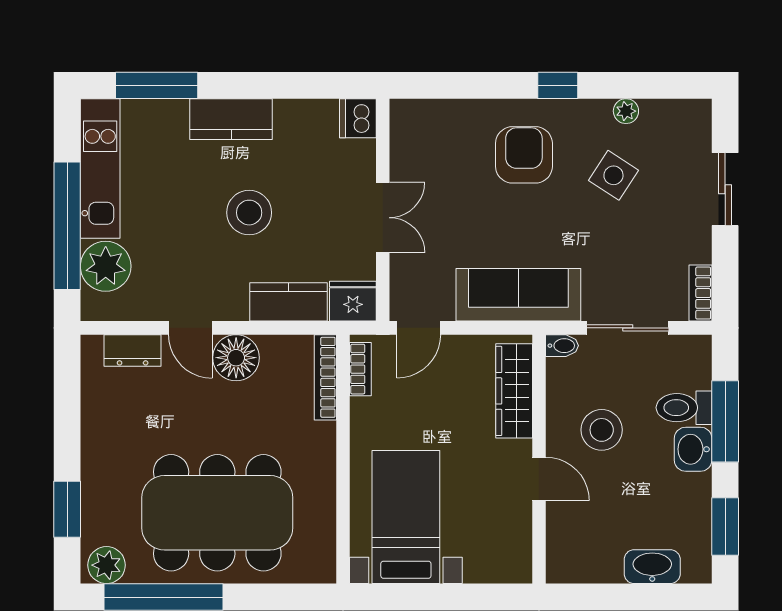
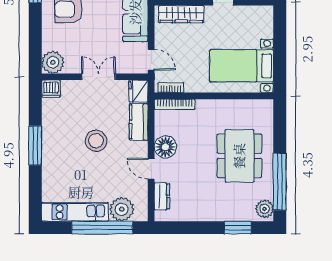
window: (157, 85) -> (35, 145), moved
kitchen counter: (231, 119) -> (51, 149), removed
plant: (413, 122) -> (53, 62), added
door: (190, 328) -> (151, 169), swing flipped
dining table: (217, 513) -> (239, 156), width x0.73, depth x0.80

